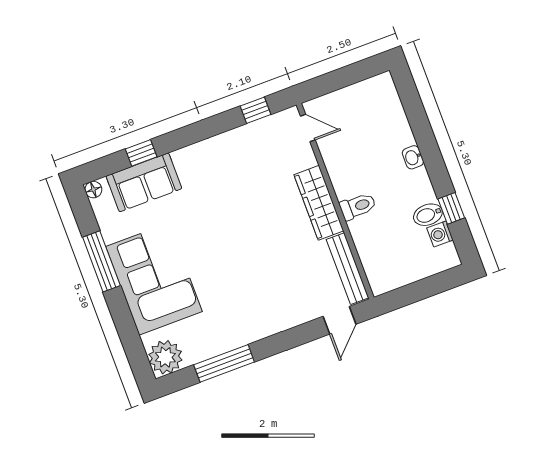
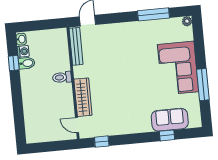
washbasin: (413, 157) -> (21, 39), moved
floor lamp: (93, 190) -> (197, 123), removed
wardrobe: (319, 203) -> (83, 97), moved
plant: (165, 357) -> (187, 21), width x0.53, depth x0.53

